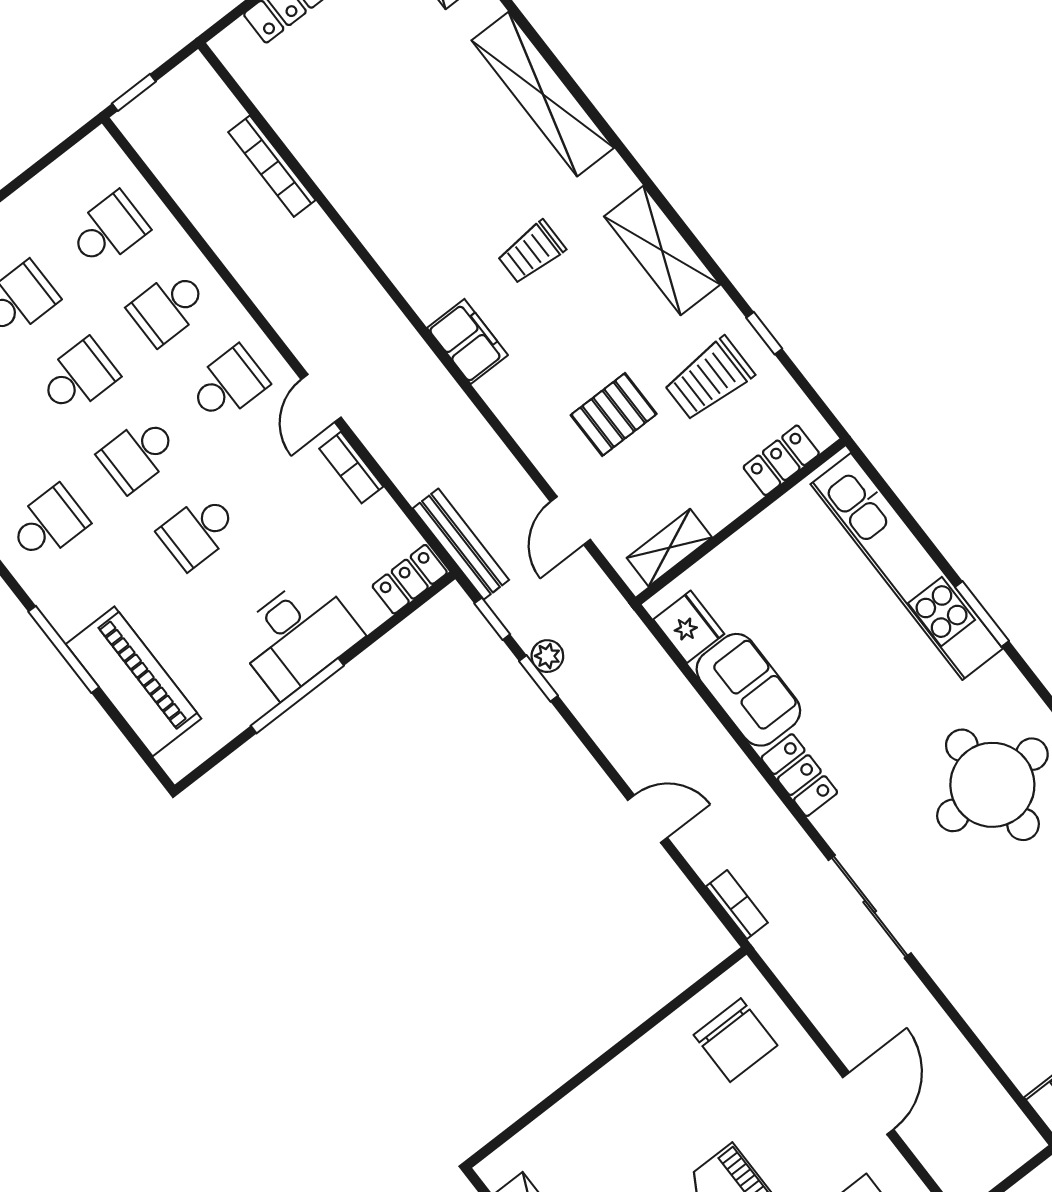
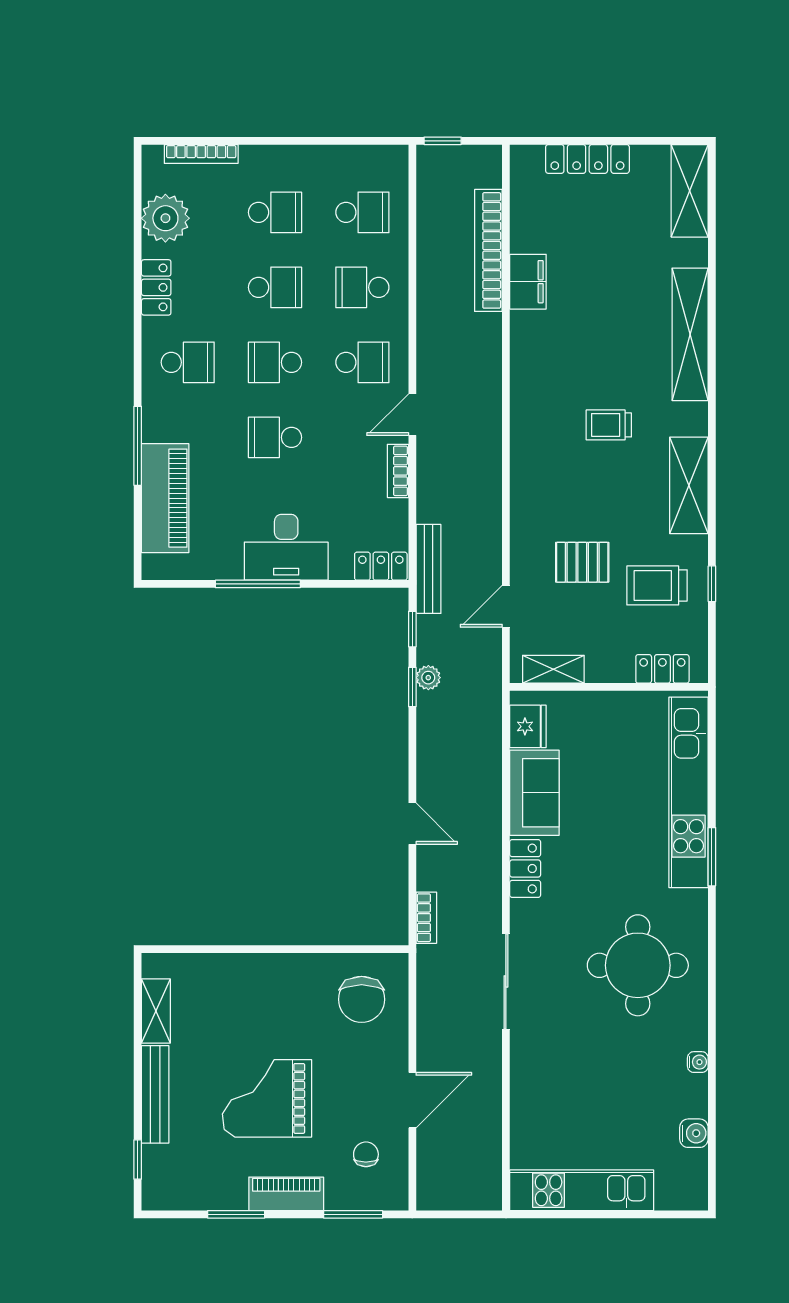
bookcase: (272, 166) -> (488, 250), width x1.48, depth x1.31
filing cabinet: (468, 341) -> (528, 282), moved

